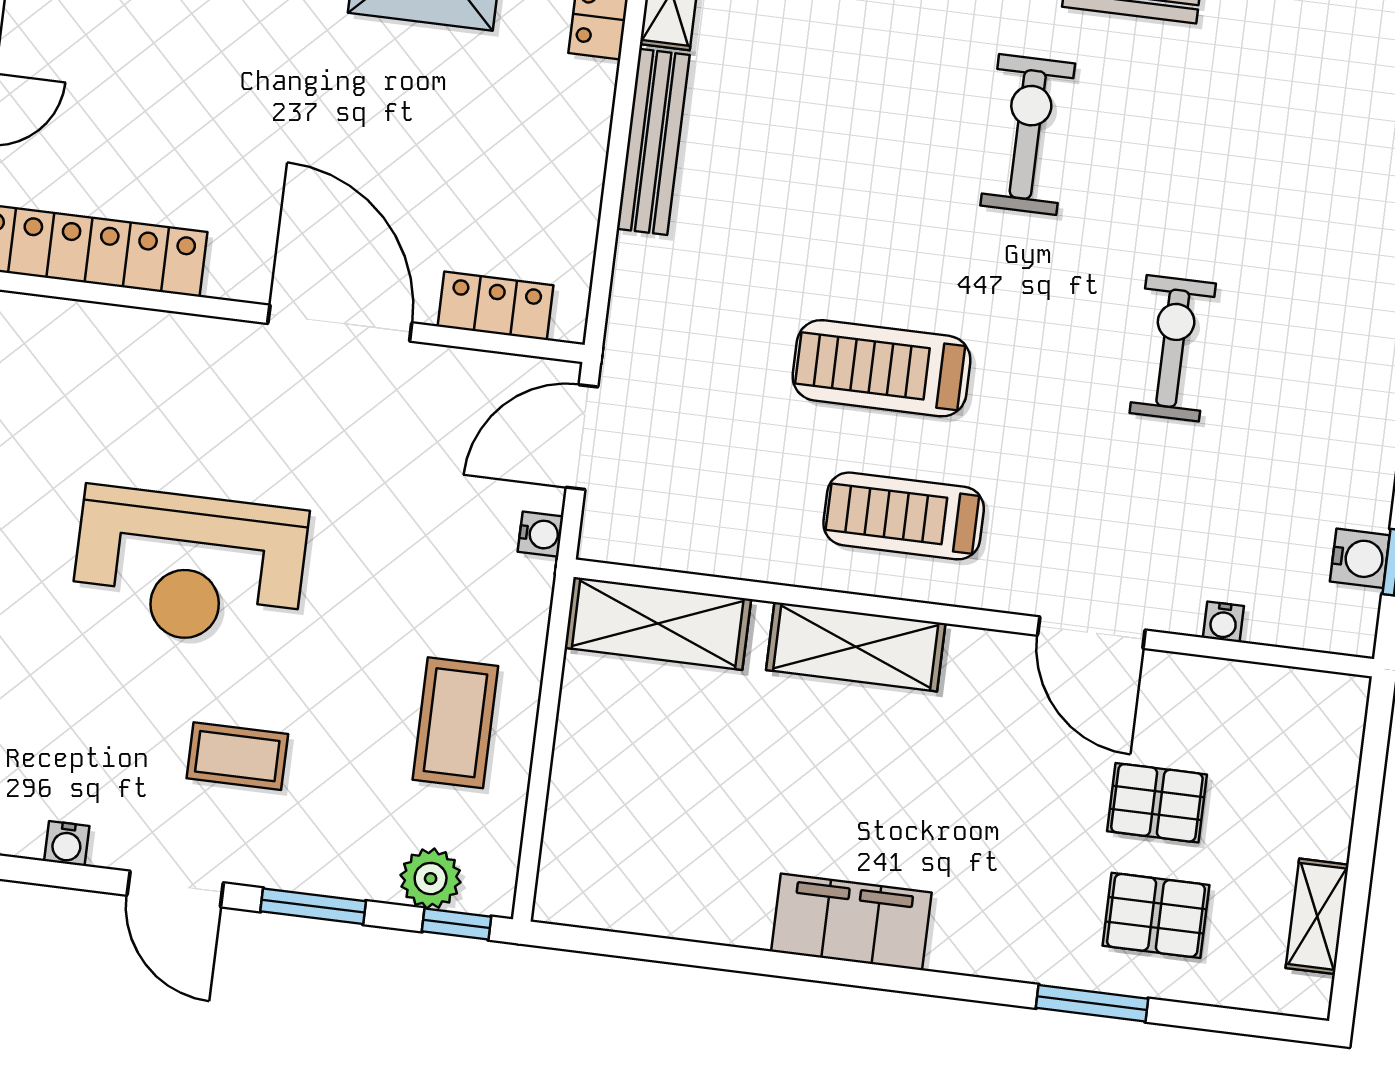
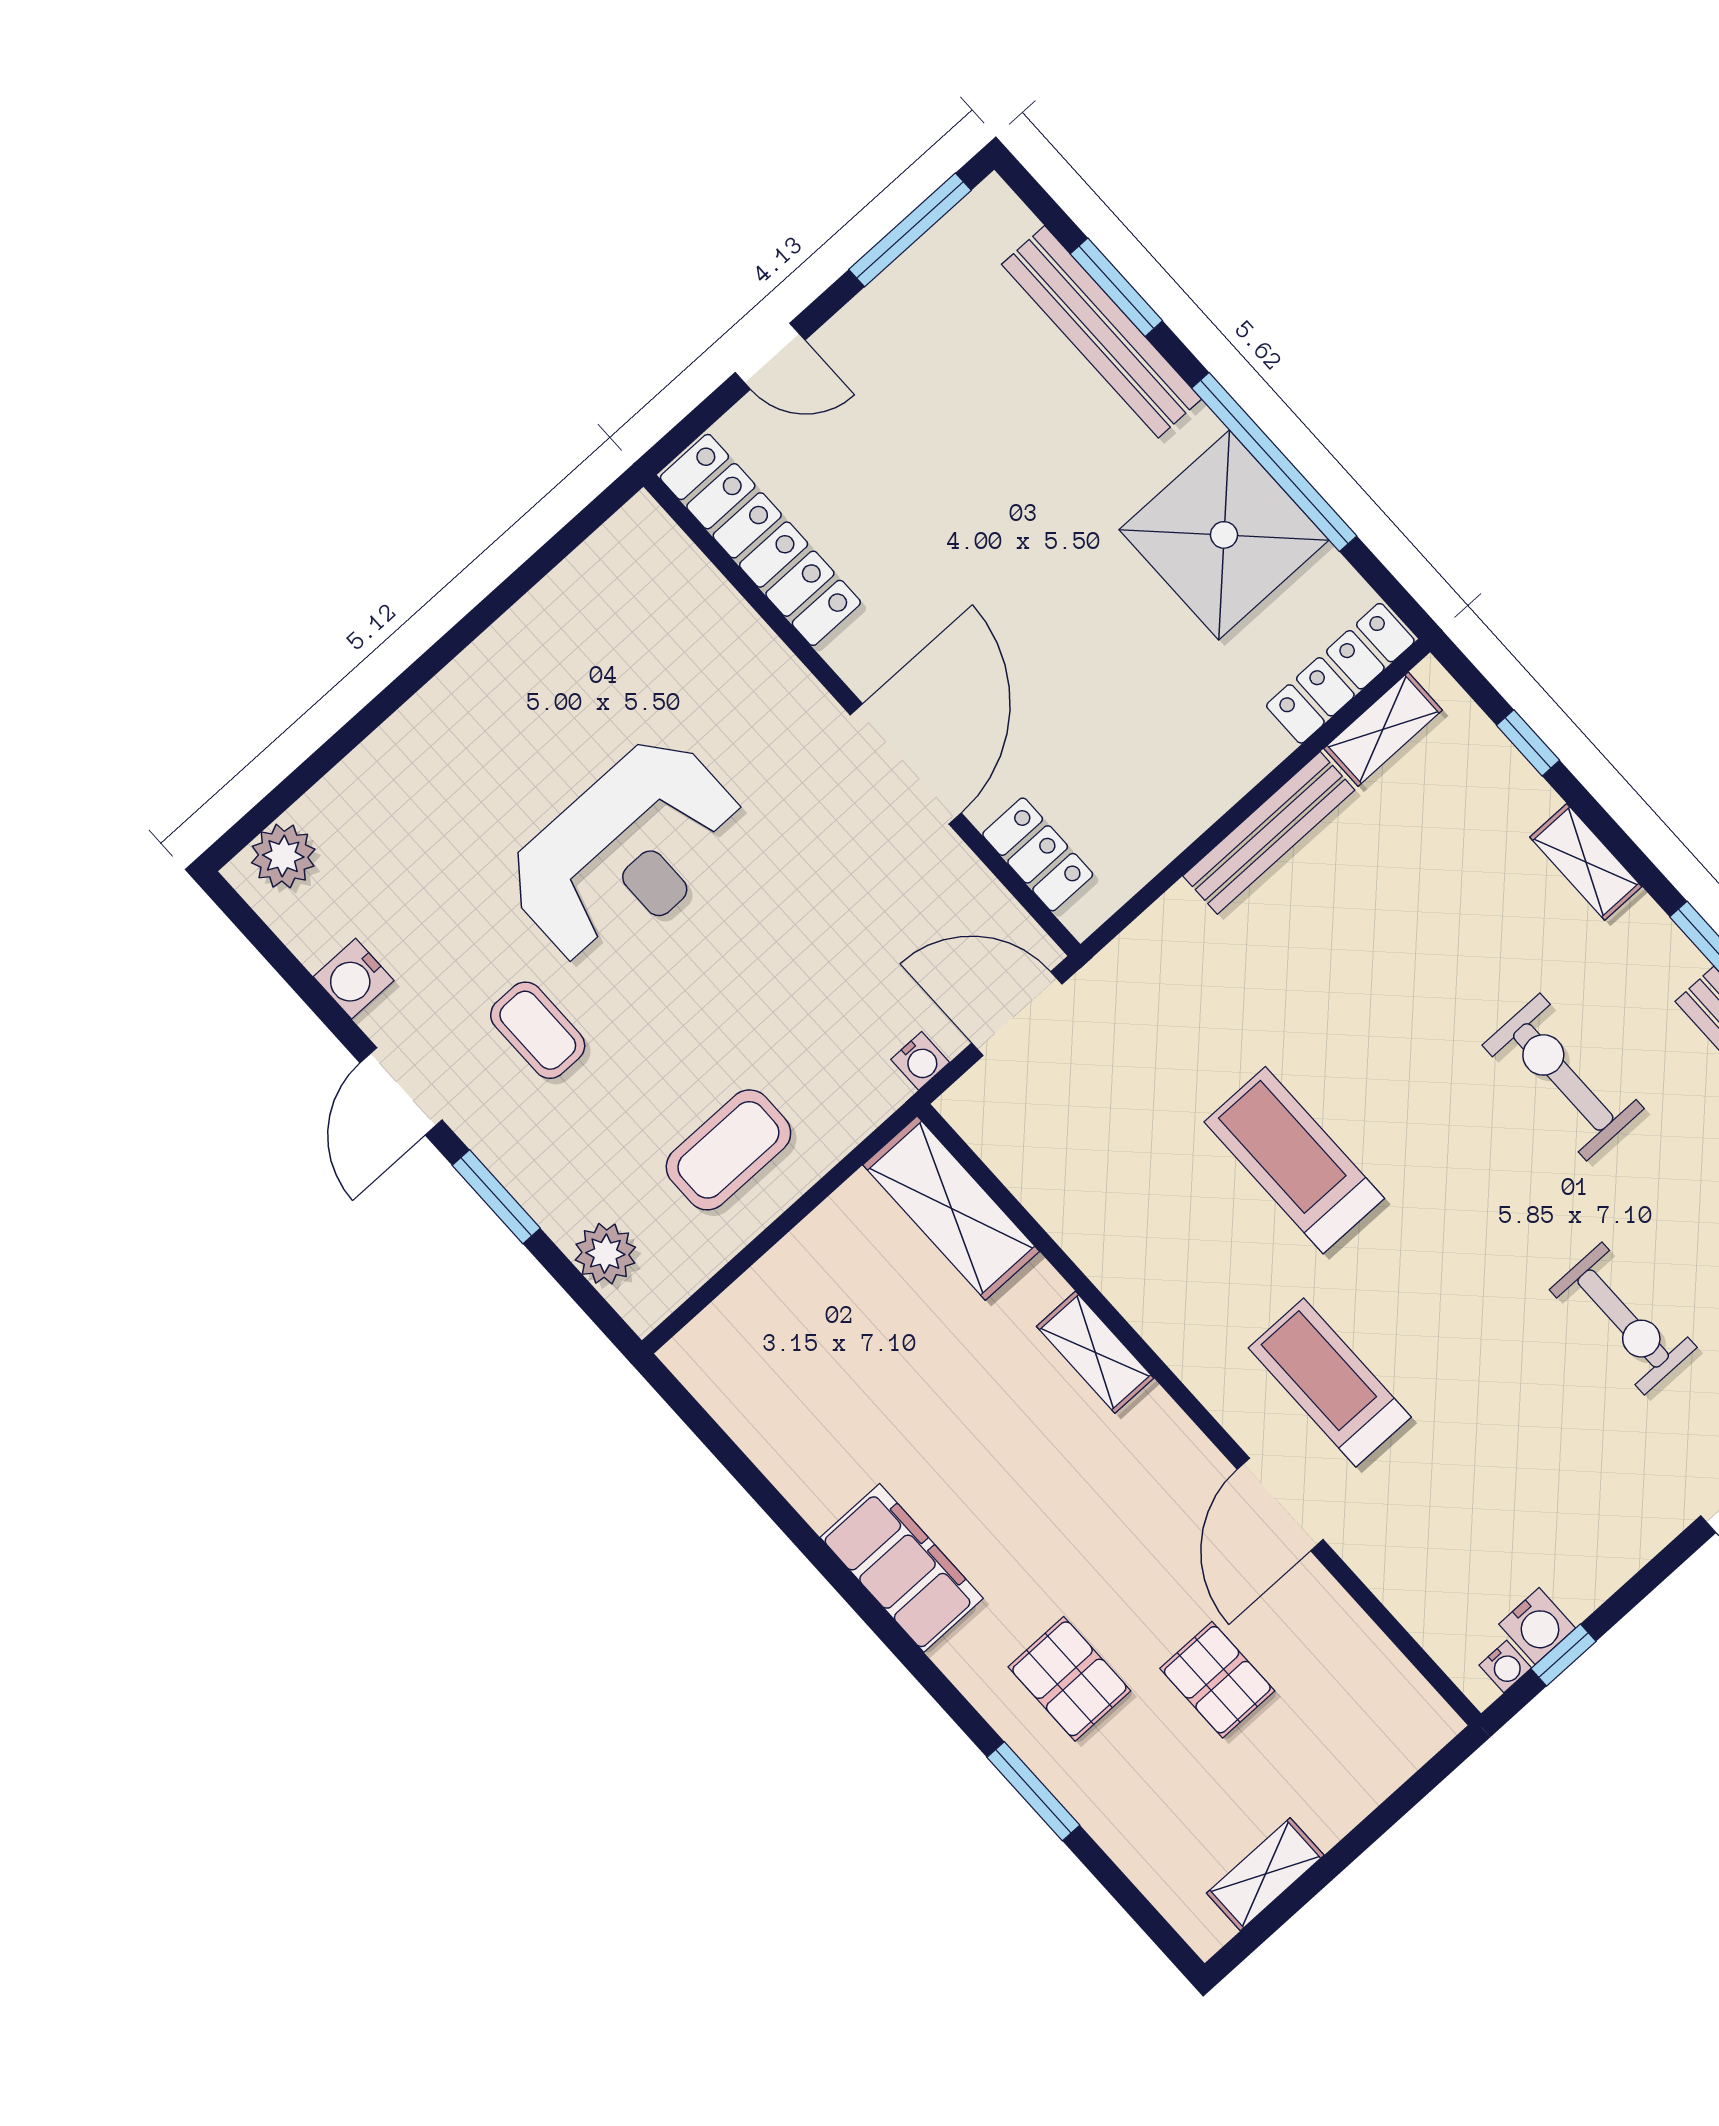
exercise bike: (1028, 134) -> (1563, 1077), turned -90
exercise bike: (1173, 348) -> (1623, 1318), moved, turned 90
treadmill: (904, 516) -> (1330, 1383), moved
reception desk: (189, 567) -> (627, 852), turned -90
water cooler: (1223, 622) -> (1505, 1666), moved, turned -90
shelving: (856, 647) -> (1095, 1352), width x0.67, depth x0.75
water cooler: (67, 843) -> (354, 979), width x1.38, depth x1.38
pallet: (1156, 915) -> (1069, 1679), moved
window: (456, 924) -> (595, 1306), removed

